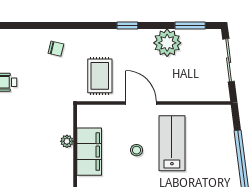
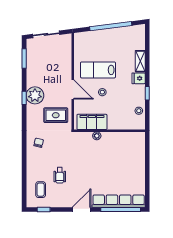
plant: (167, 43) -> (35, 95), moved
door: (141, 103) -> (73, 89), swing flipped
filing cabinet: (89, 152) -> (92, 122), moved

